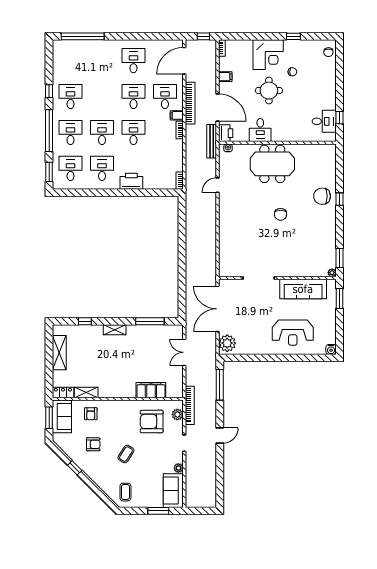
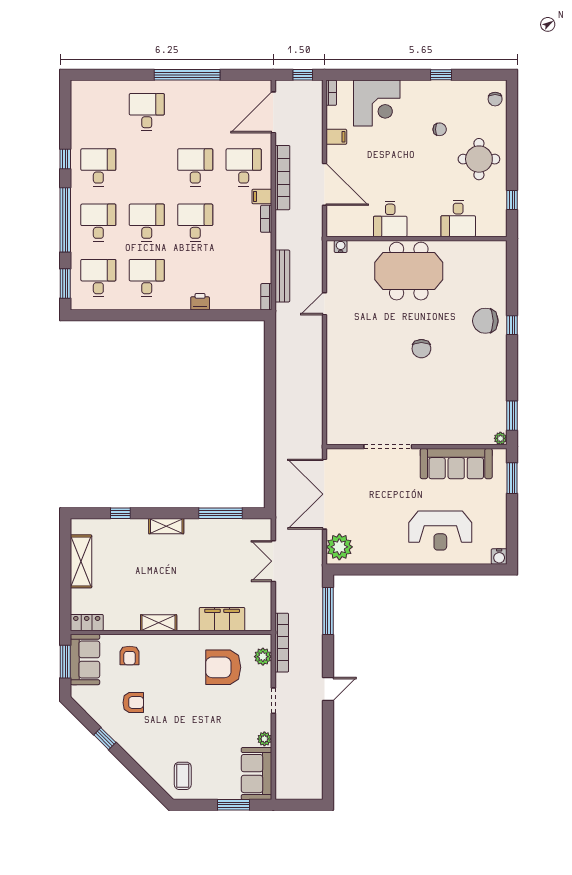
window: (83, 36) -> (187, 75), moved
corner desk: (268, 55) -> (377, 103), moved
desk: (133, 61) -> (147, 112), moved
round table: (269, 91) -> (479, 159), moved
desk: (324, 121) -> (458, 218), moved, turned 90
printer: (226, 133) -> (337, 224), removed
bench: (212, 141) -> (282, 276), moved
printer: (131, 181) -> (200, 302), width x0.53, depth x0.68
shelving: (86, 392) -> (159, 623), moved
coffee table: (126, 454) -> (184, 717), removed

